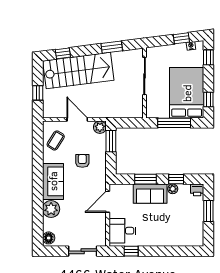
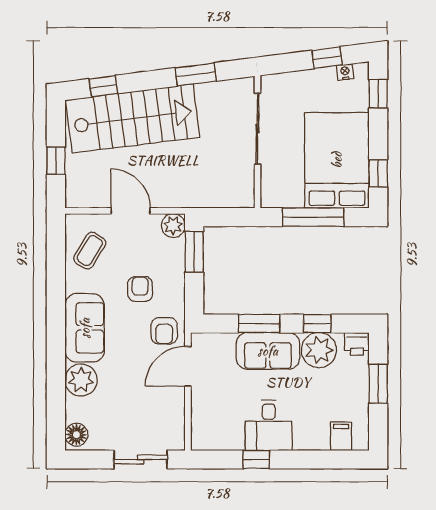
armchair: (95, 183) -> (164, 331), added
plant: (173, 189) -> (319, 350), width x1.88, depth x1.88
desk: (122, 231) -> (269, 425), moved, turned -90
filing cabinet: (189, 239) -> (341, 436), added
window: (131, 251) -> (256, 460), moved

